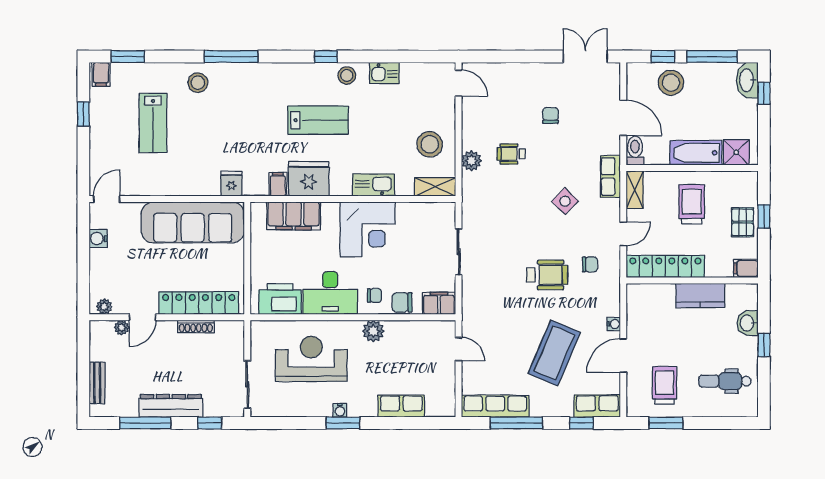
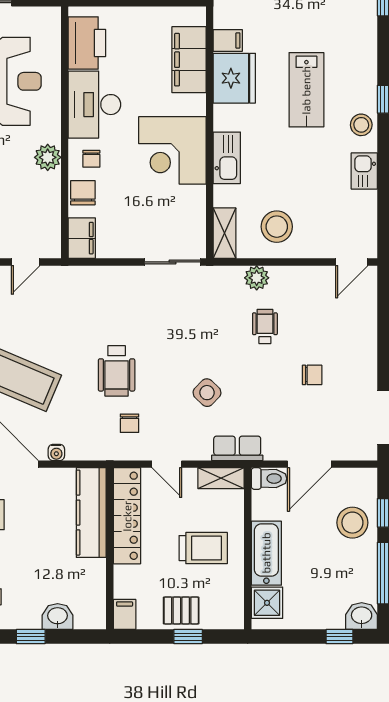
washbasin: (747, 80) -> (362, 616), width x0.72
sliding door: (459, 252) -> (173, 262), moved
kitchen counter: (700, 296) -> (91, 513), moved, width x1.50

